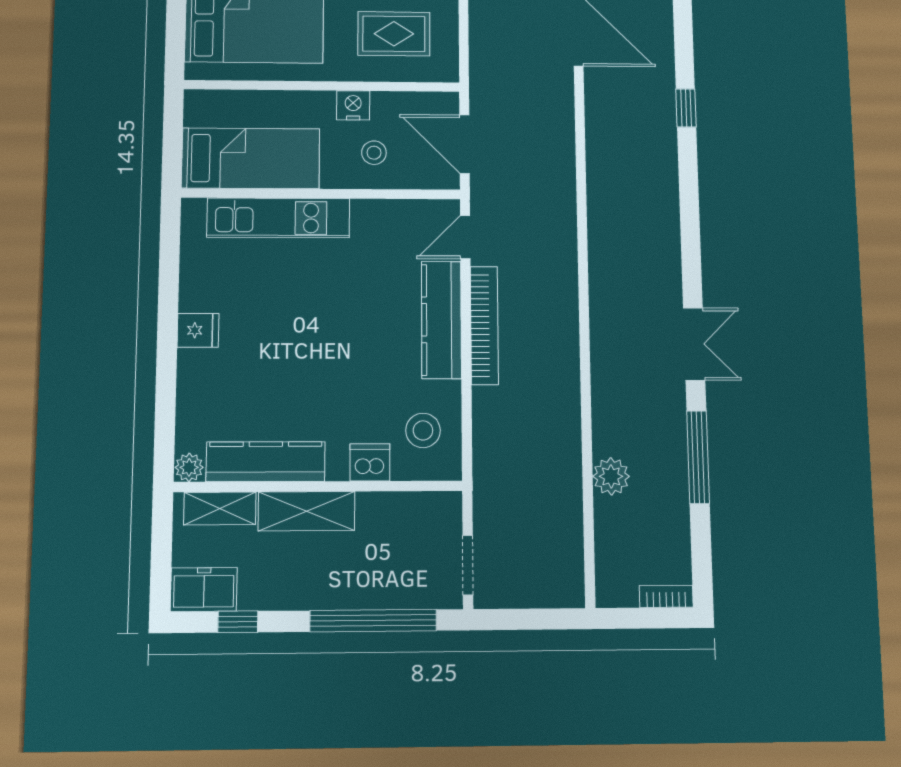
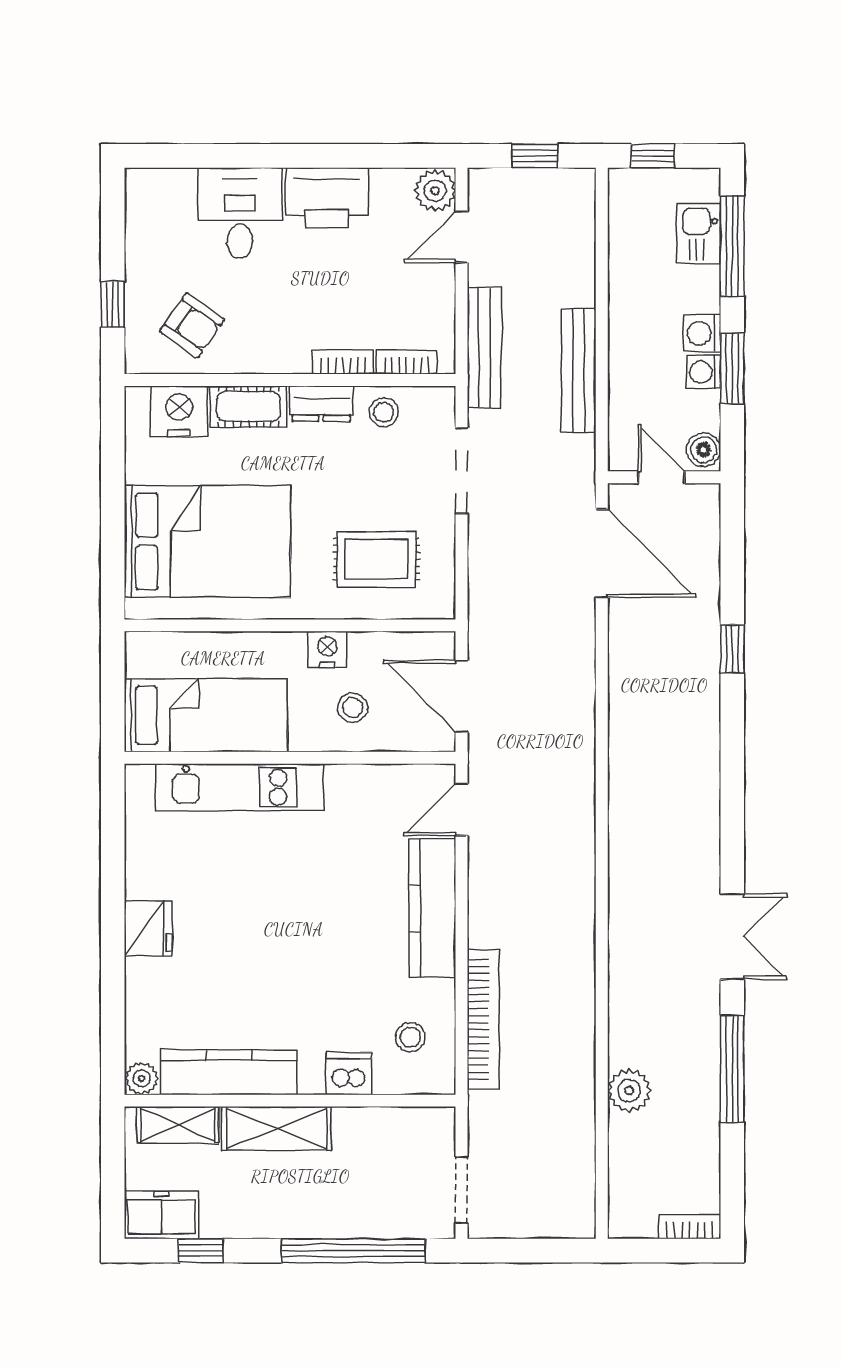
bookcase: (484, 325) -> (483, 1019), moved
fridge: (198, 330) -> (148, 928), width x1.38
stool: (423, 430) -> (410, 1037), width x0.73, depth x0.73

